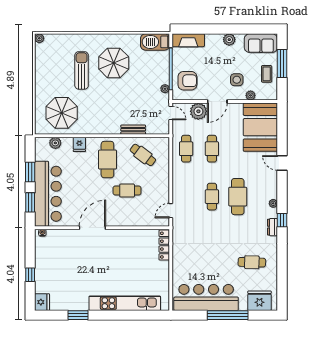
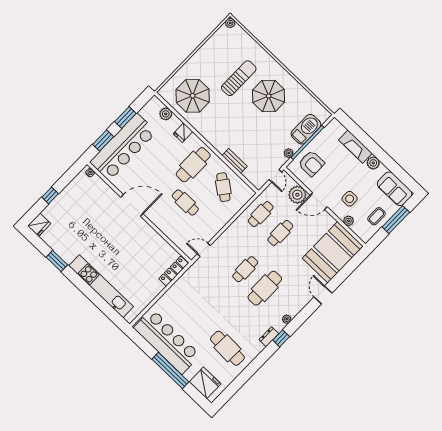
fireplace: (188, 40) -> (355, 147), moved
barbecue: (155, 42) -> (306, 129), moved, turned 90
cafe table: (252, 262) -> (227, 348), width x1.37, depth x1.35

